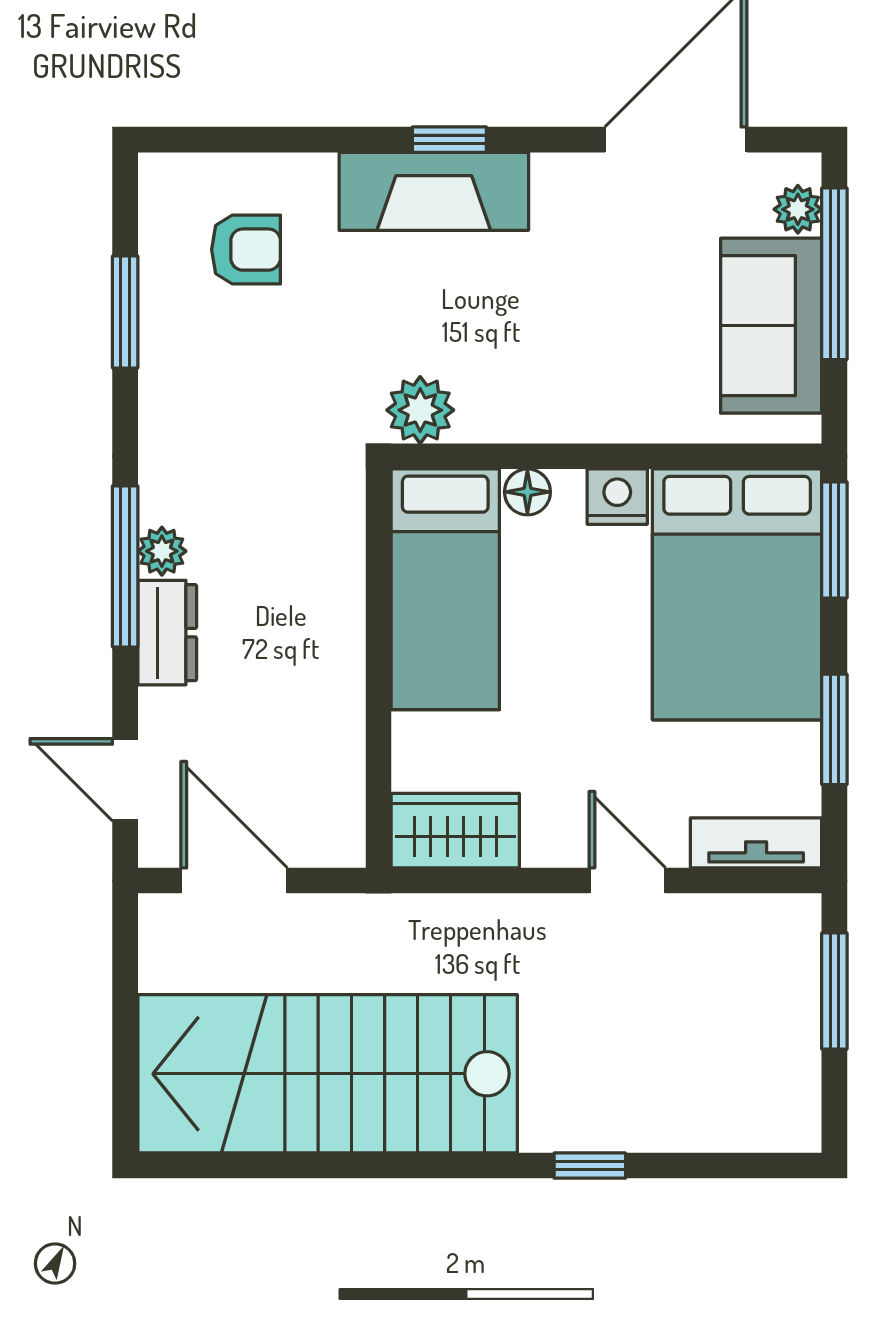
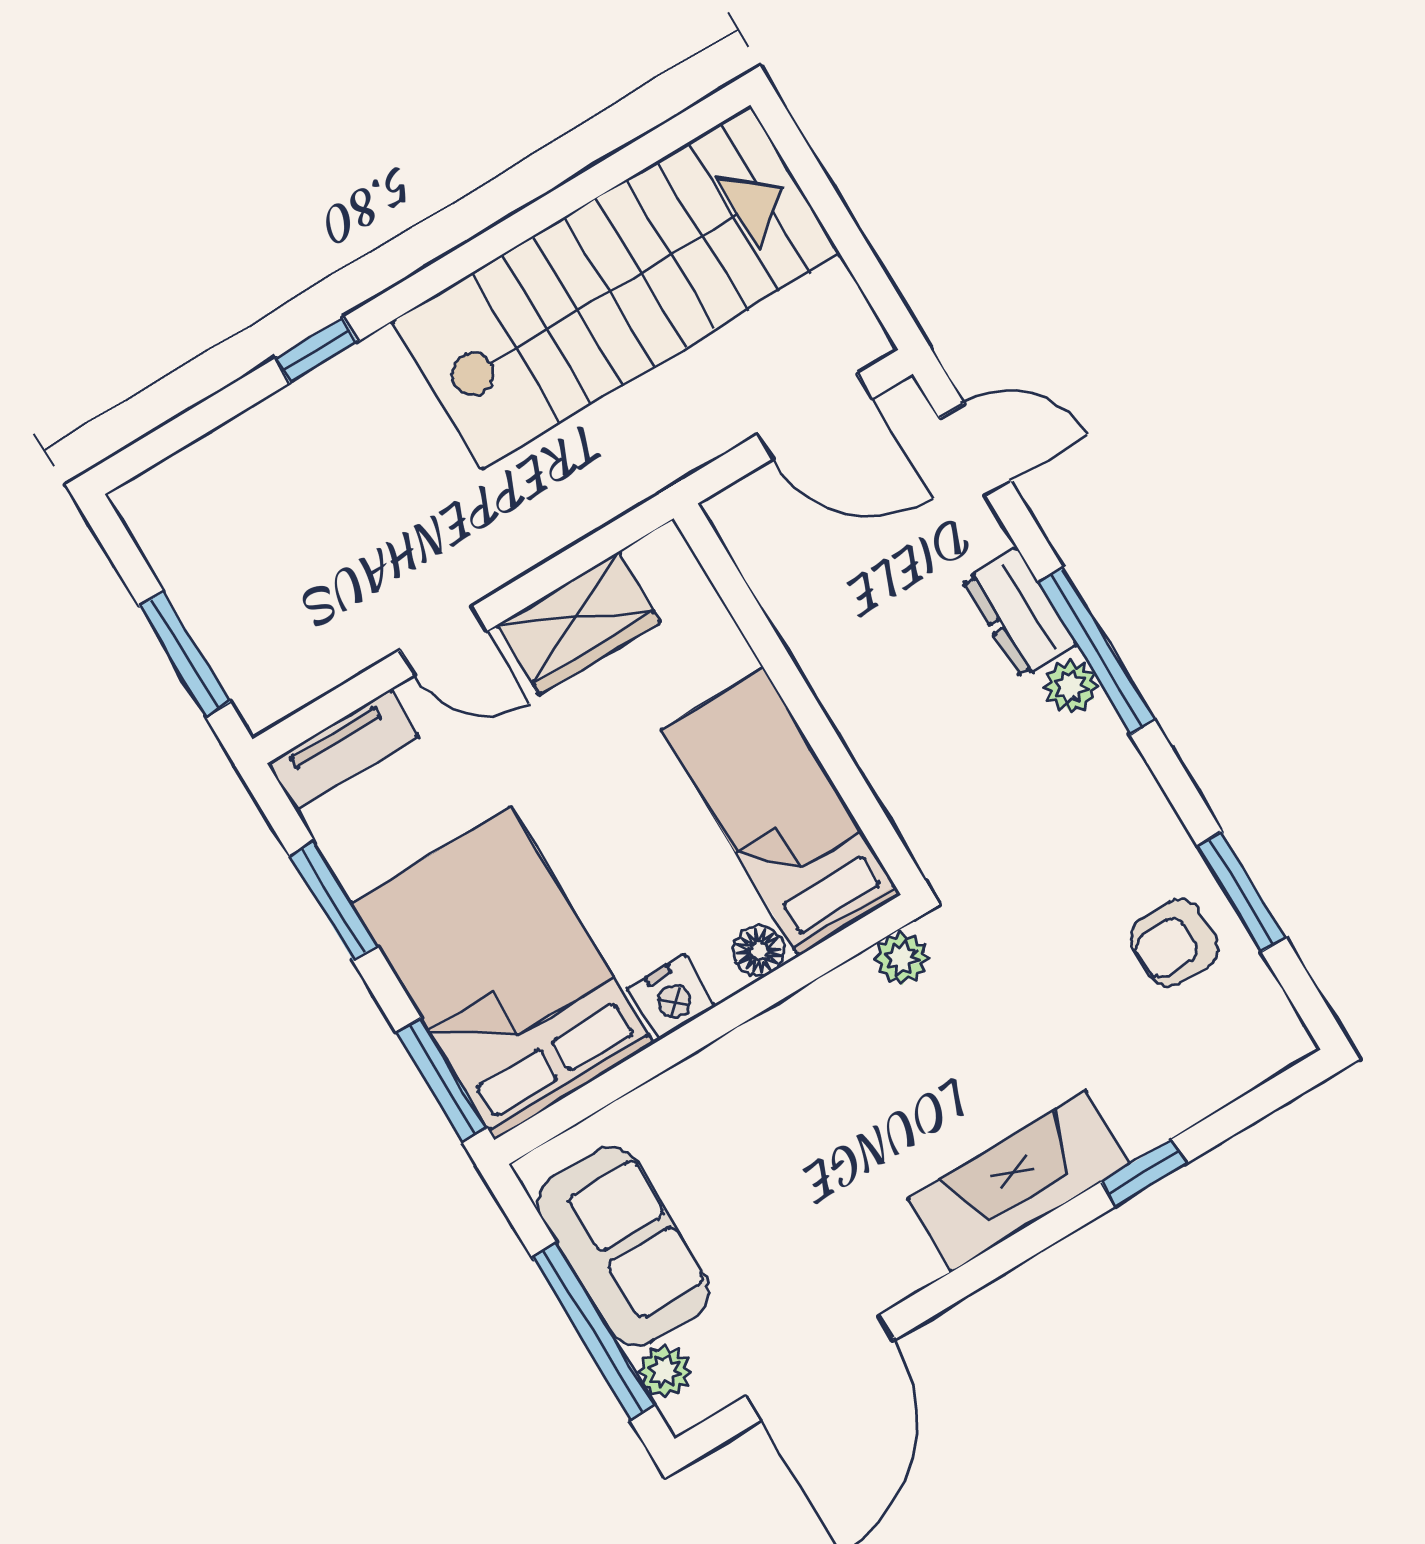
window: (449, 140) -> (1144, 1173), moved
armchair: (246, 250) -> (1174, 943), moved
plant: (420, 410) -> (902, 958), width x0.73, depth x0.73
wardrobe: (455, 831) -> (579, 623), moved

